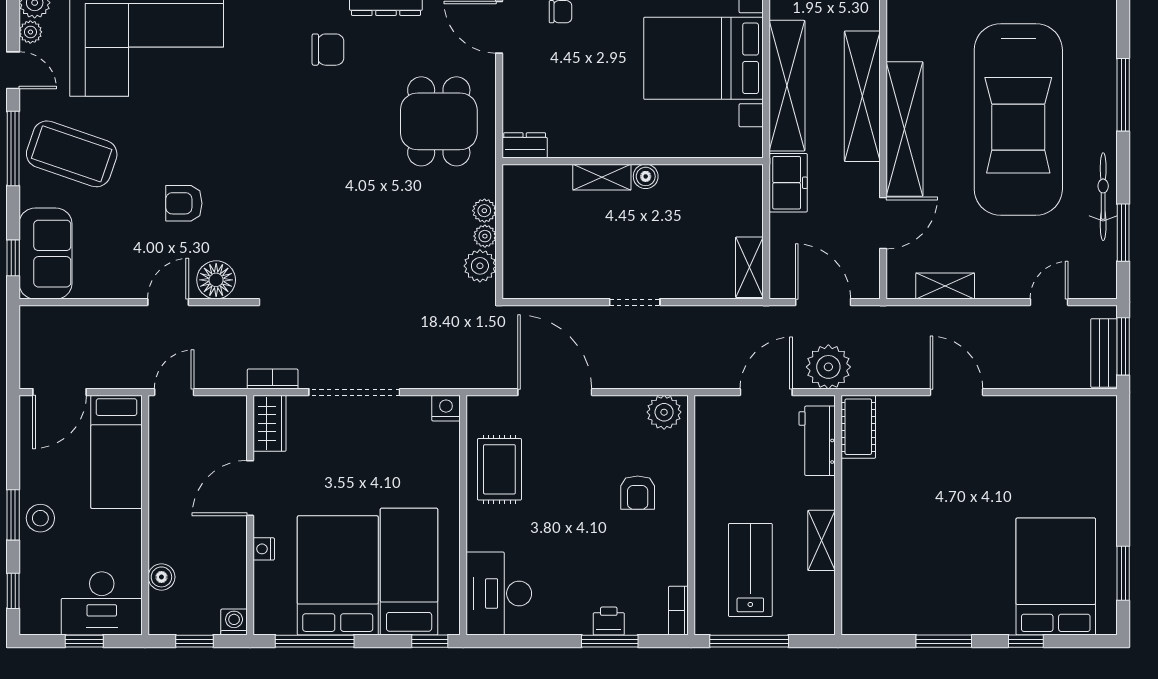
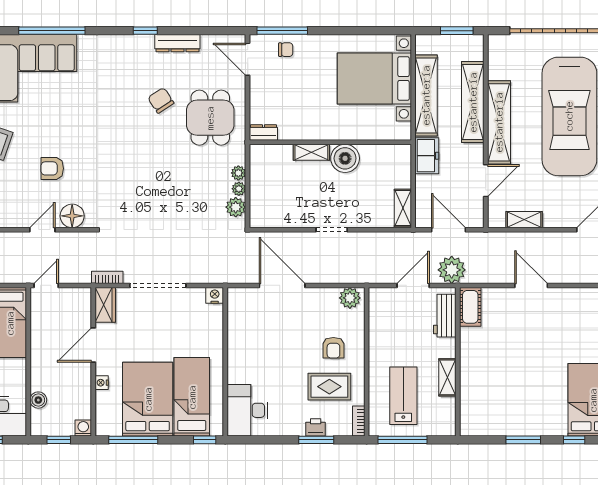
chair: (328, 50) -> (161, 100), moved, turned -123
boiler: (646, 176) -> (345, 158), width x1.86, depth x1.86
rug: (499, 469) -> (329, 387), moved, turned 90

